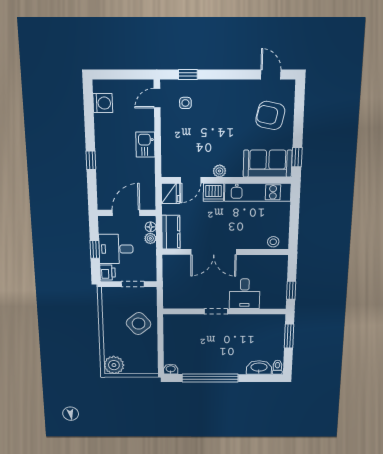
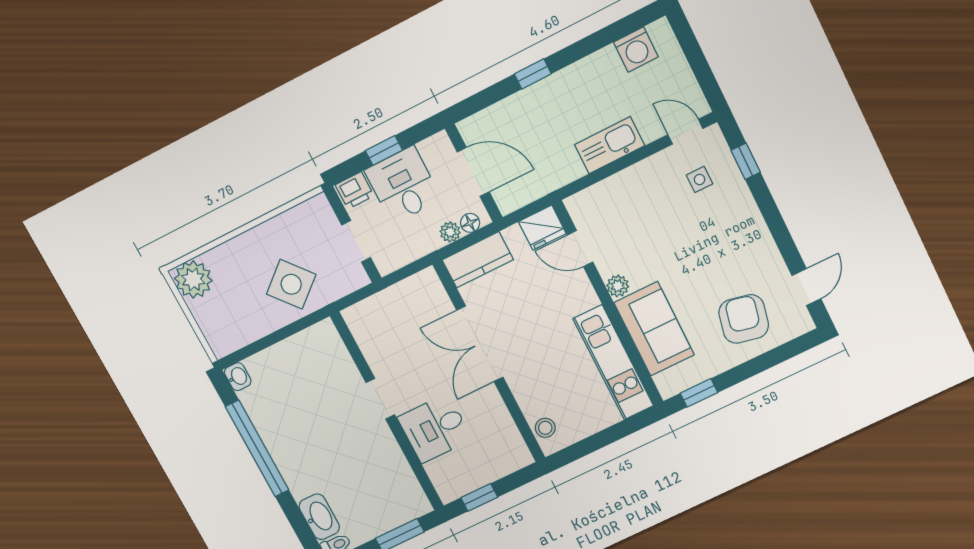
kitchen sink: (145, 145) -> (610, 145), width x1.38
sofa: (268, 164) -> (654, 329), moved
dishwasher: (214, 192) -> (578, 294), removed

